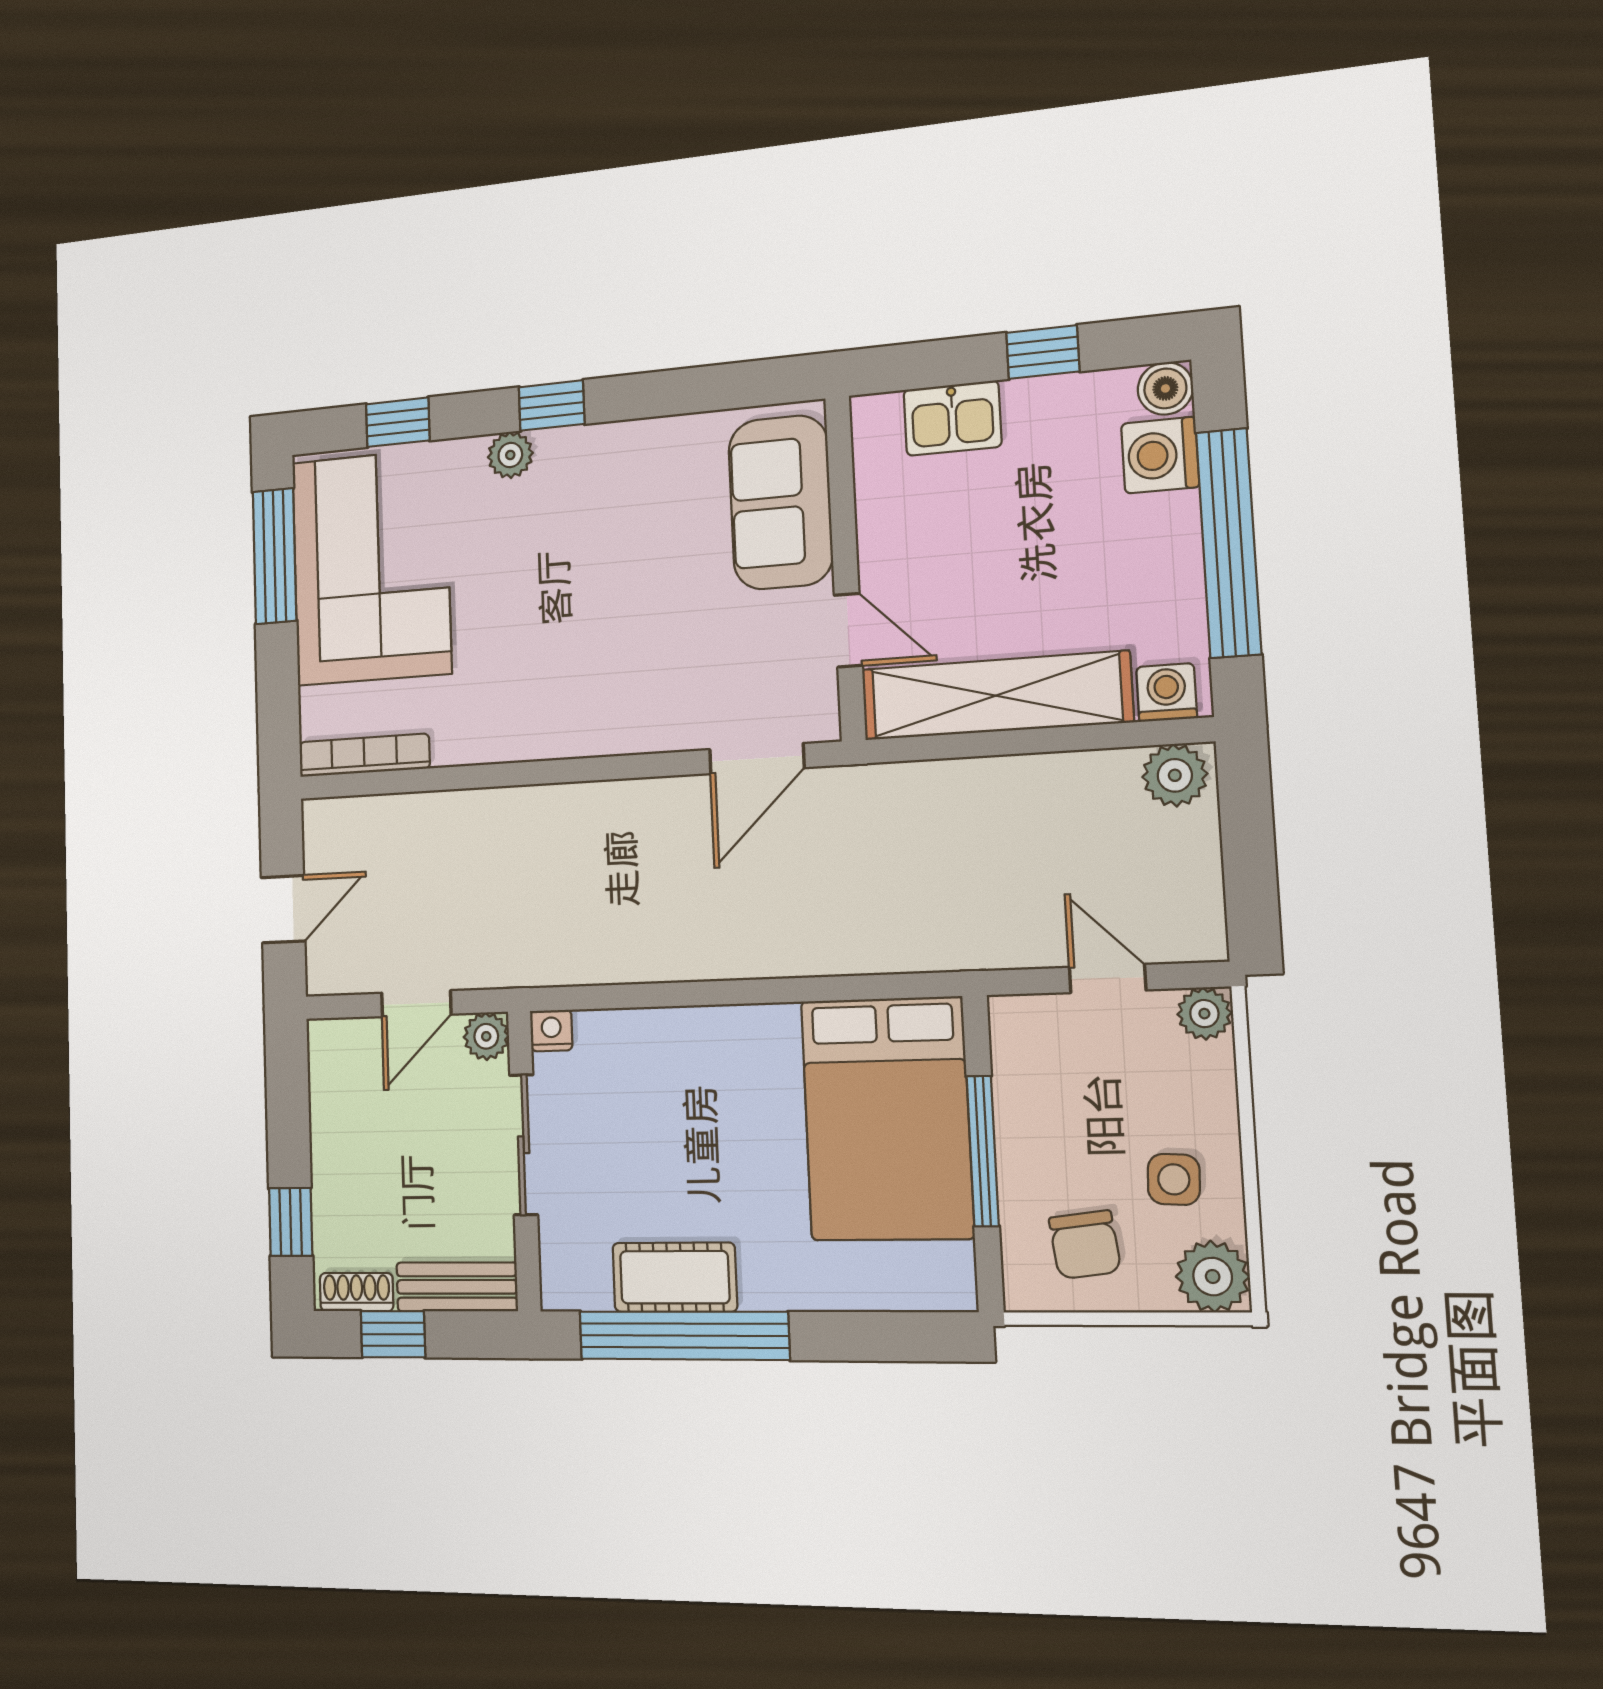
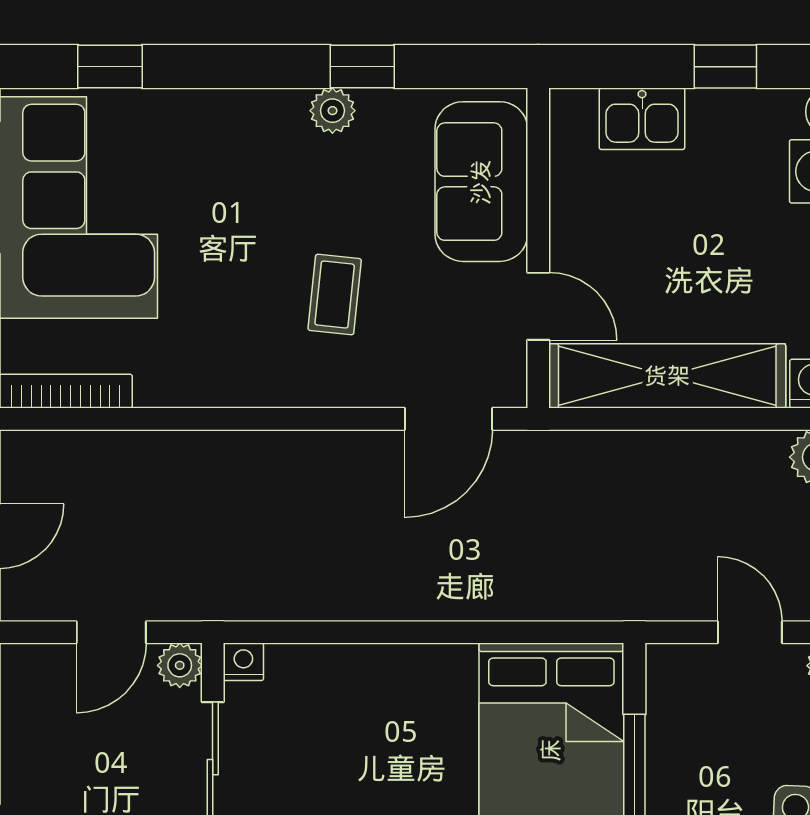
window: (552, 406) -> (362, 67), moved
plant: (510, 455) -> (332, 111), moved
coffee table: (631, 635) -> (335, 295), added

